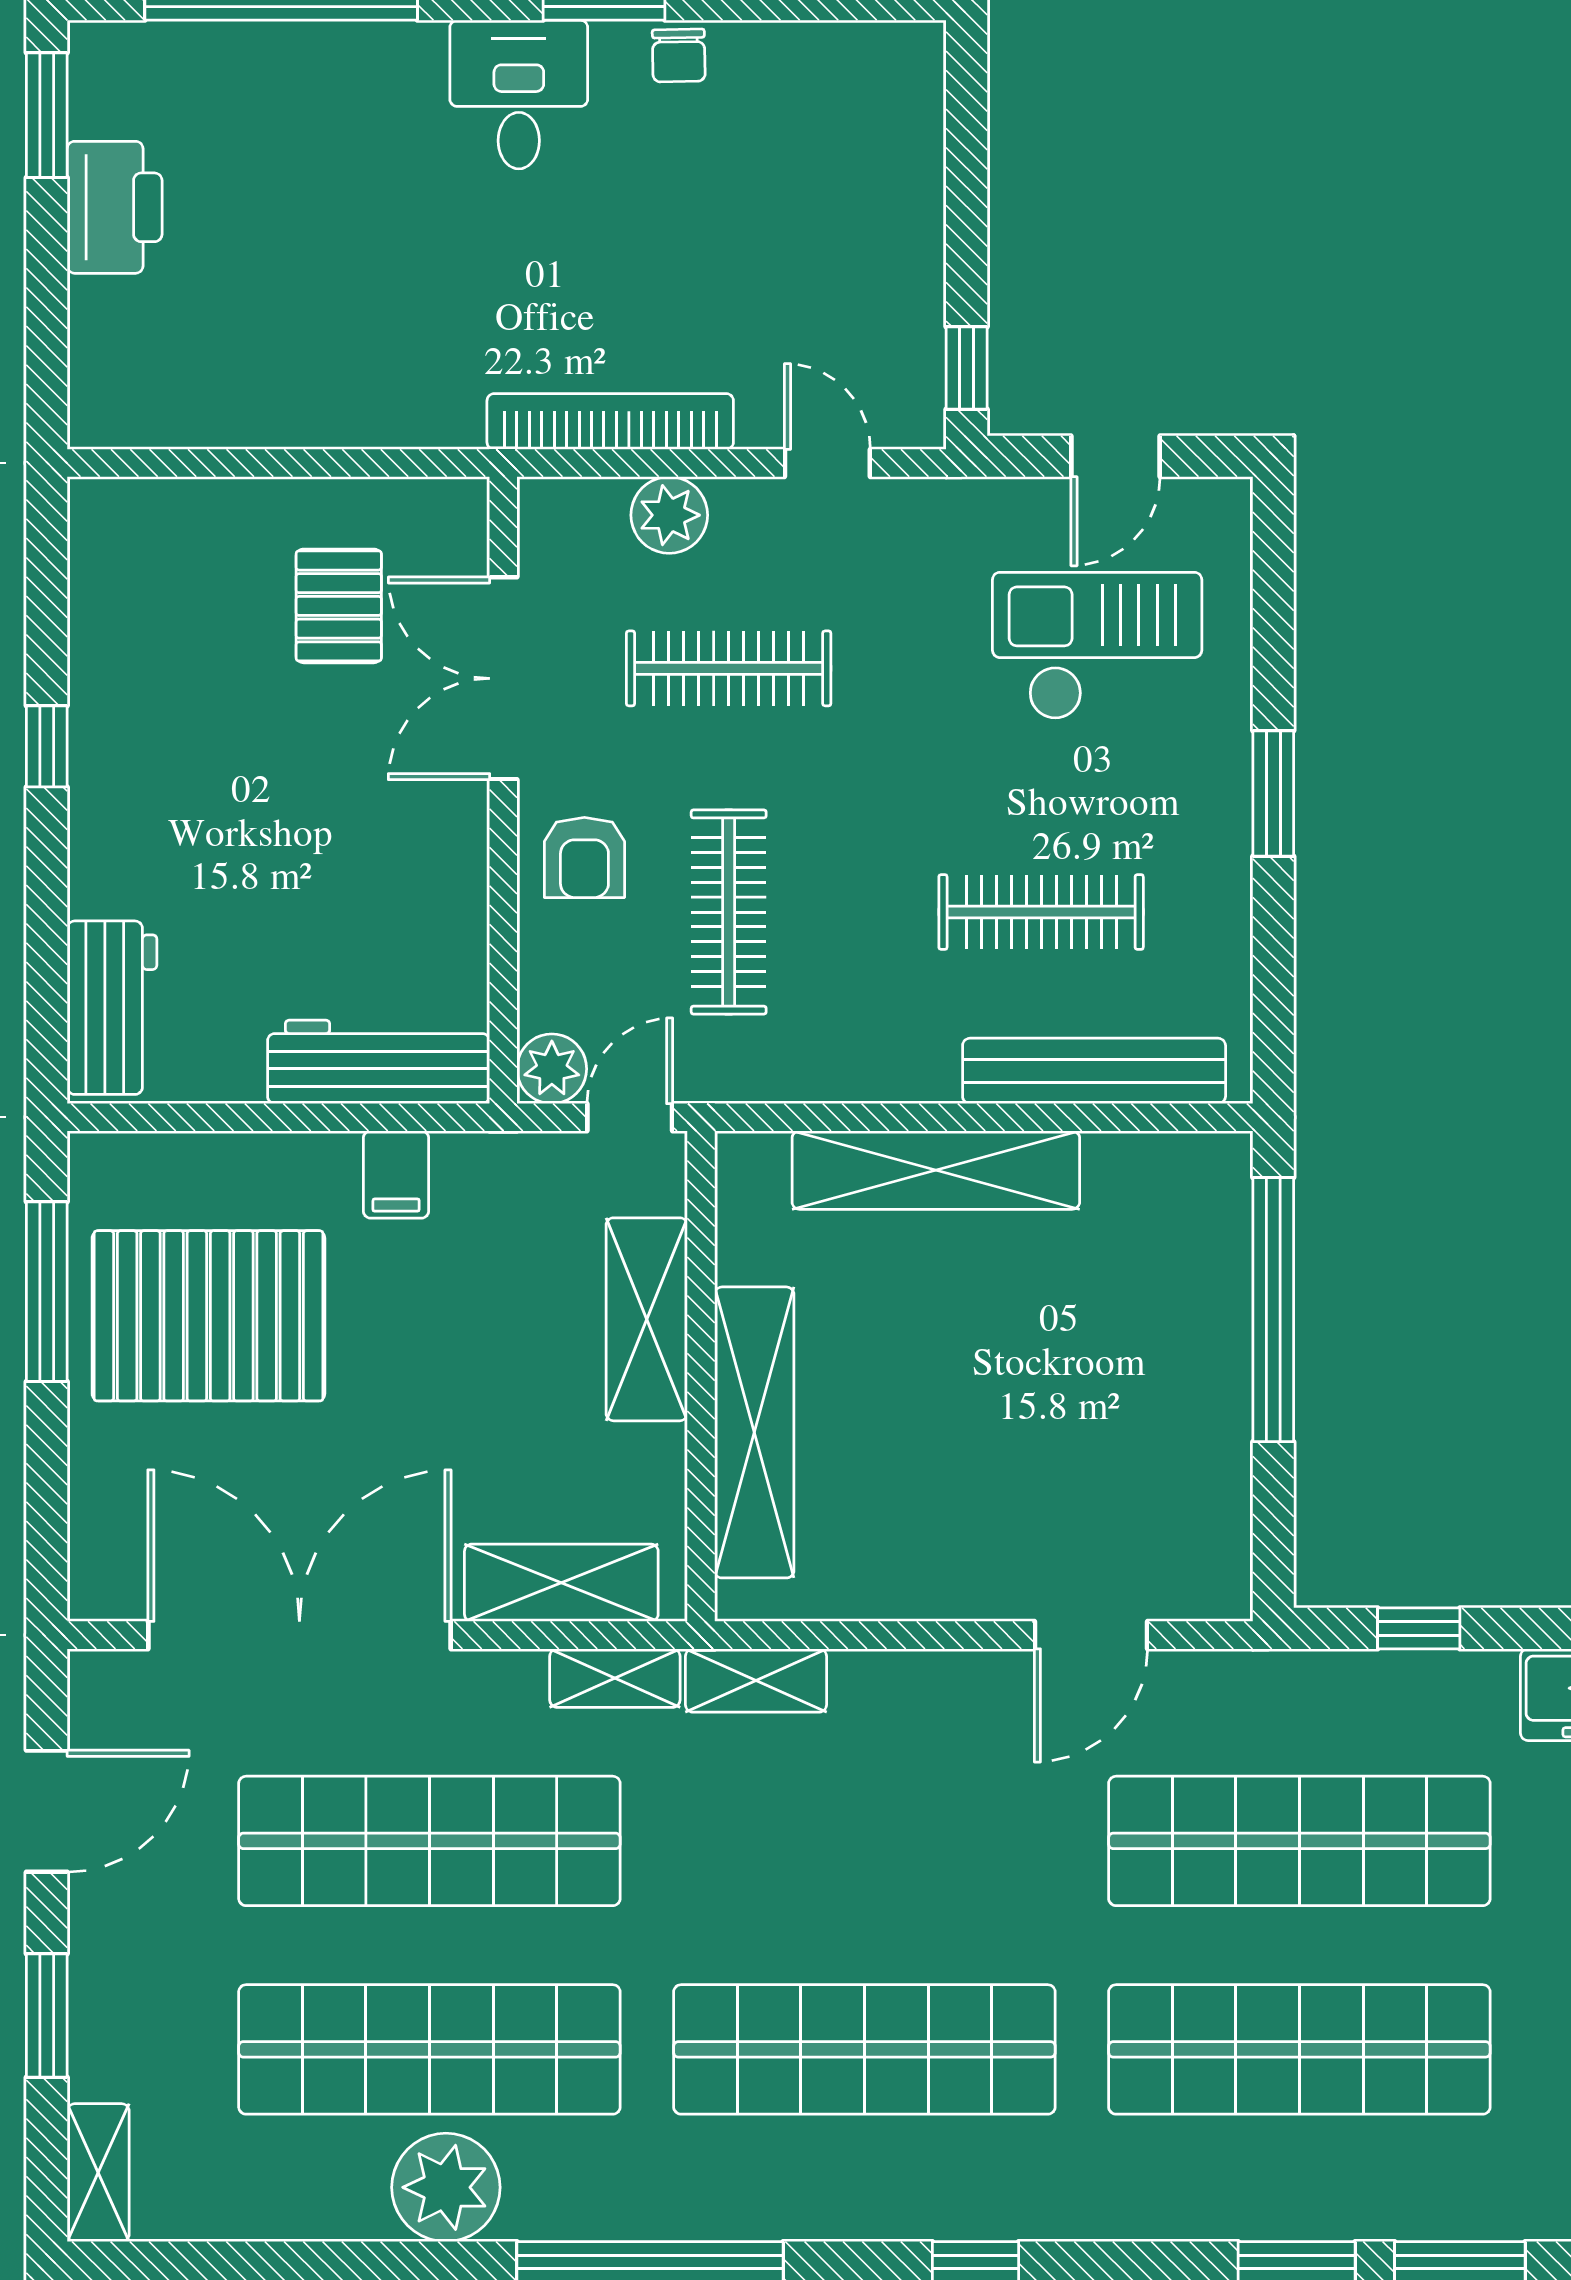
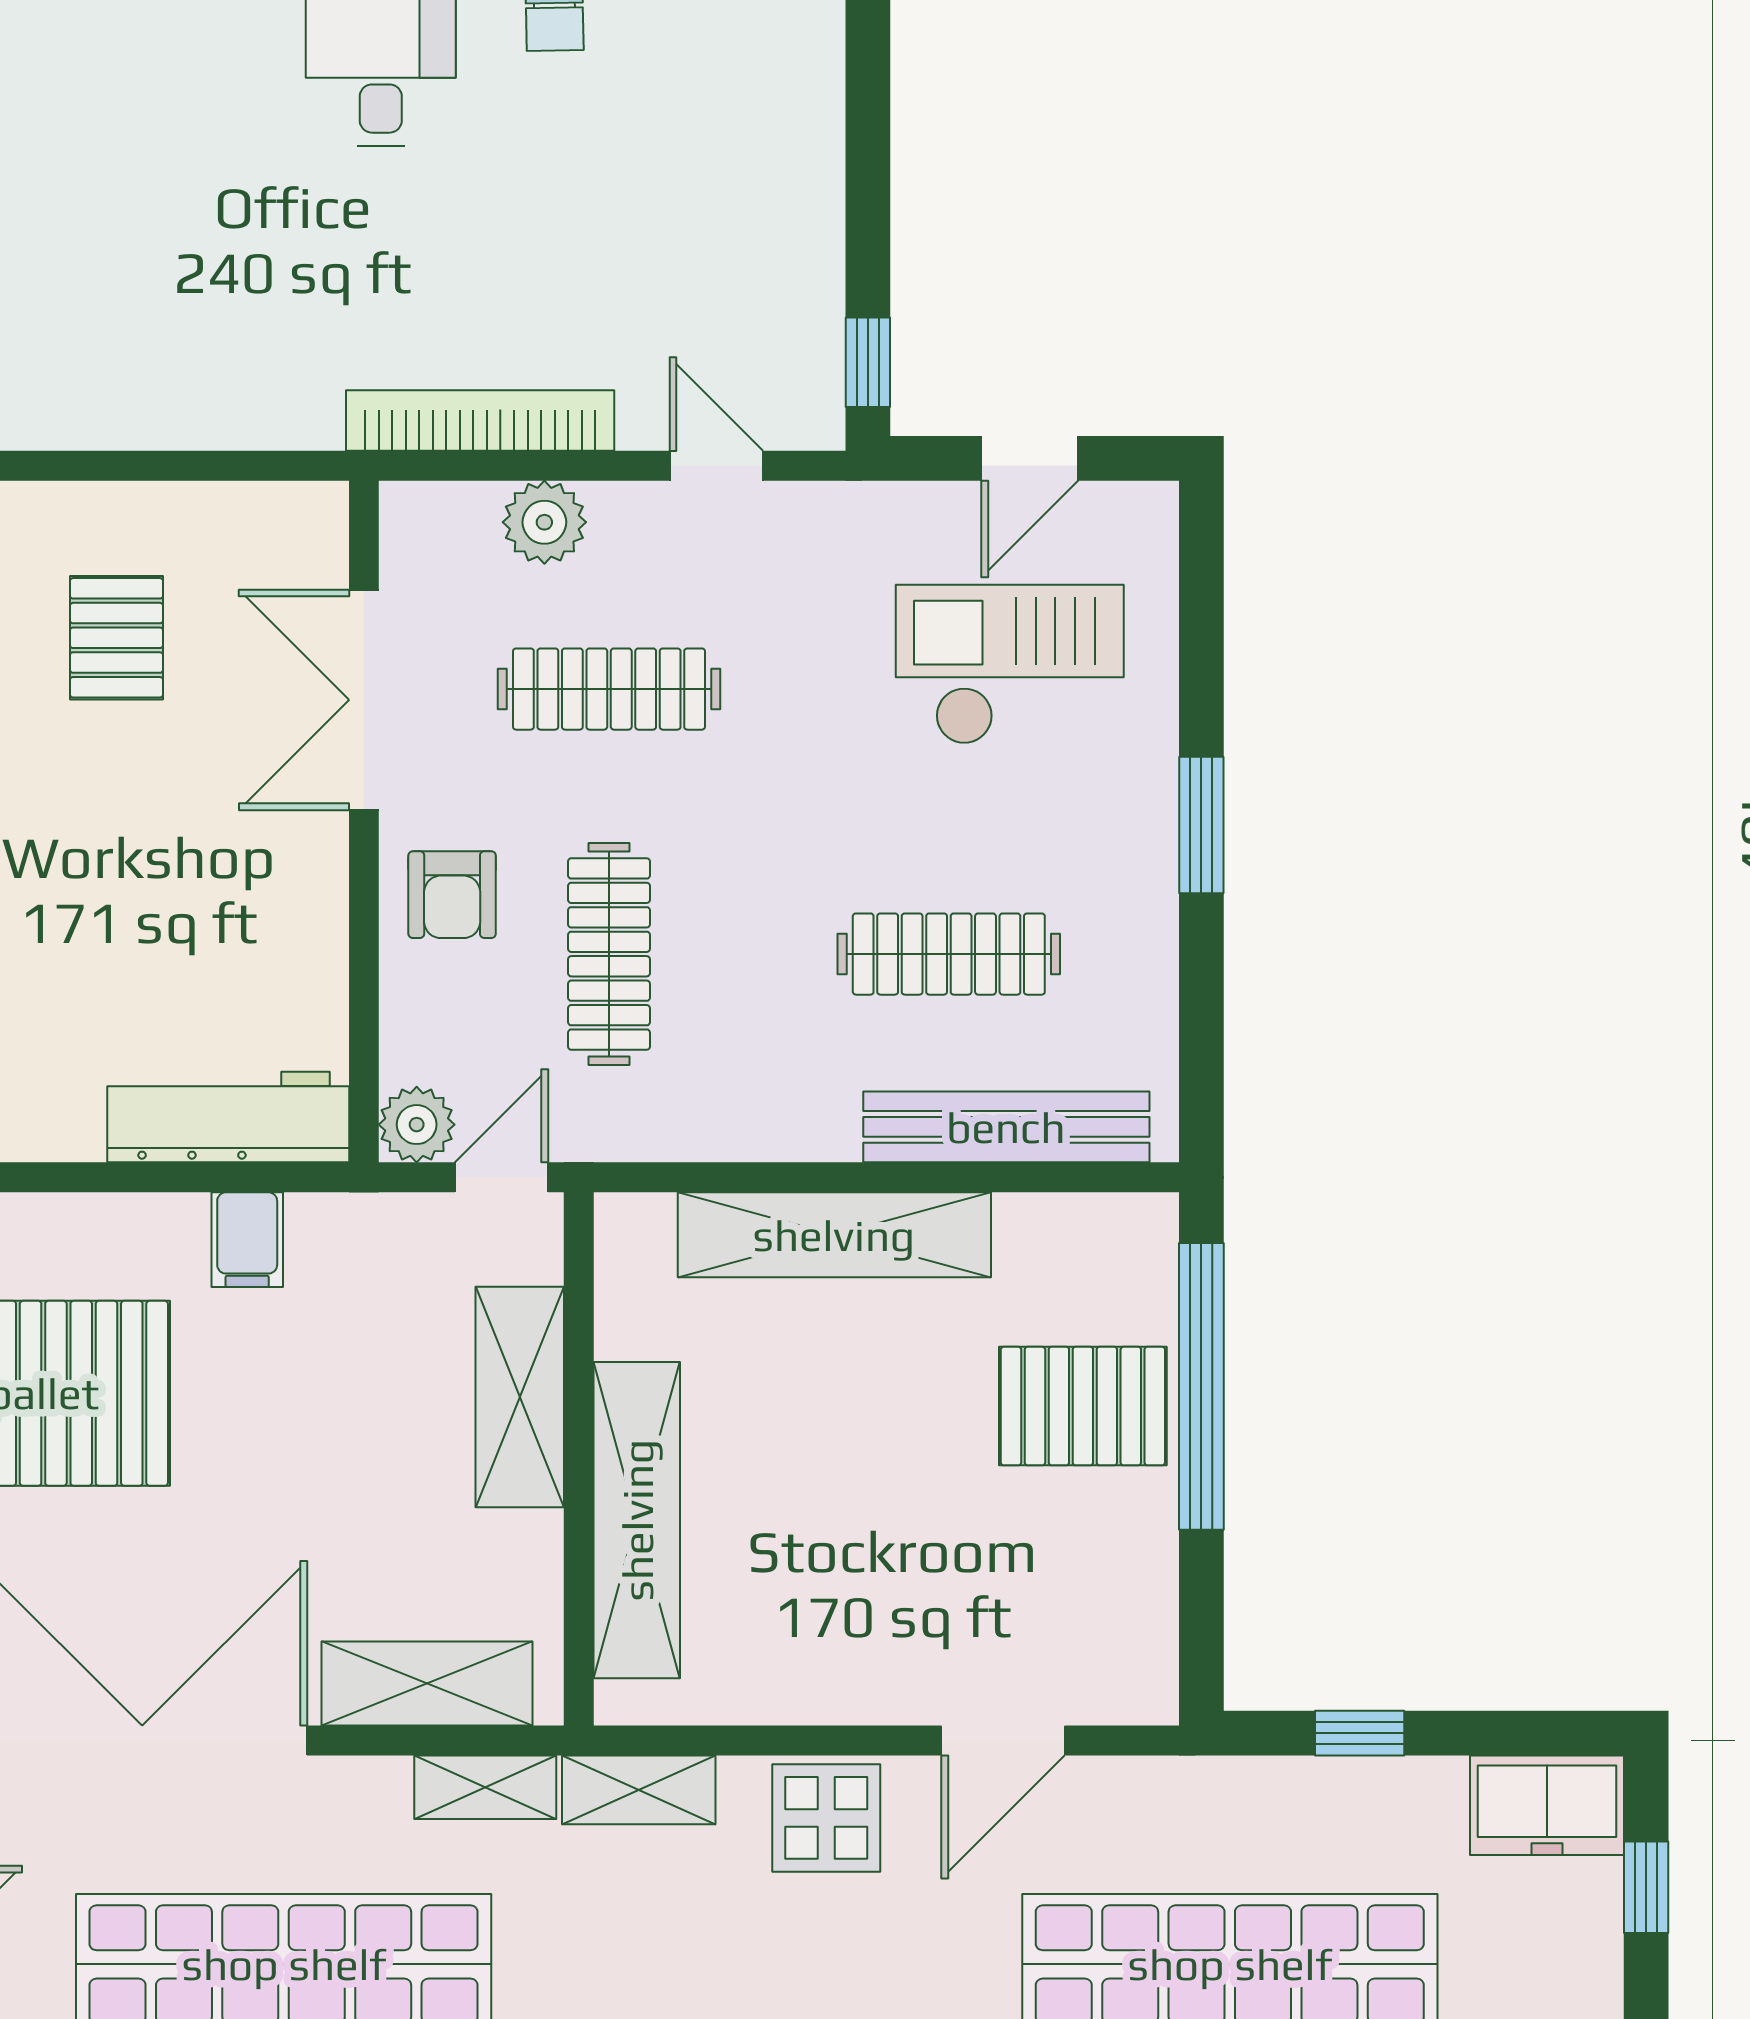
pallet: (339, 606) -> (116, 638), moved
pallet: (1164, 1328) -> (1083, 1406), added
display table: (928, 1706) -> (826, 1818), added

